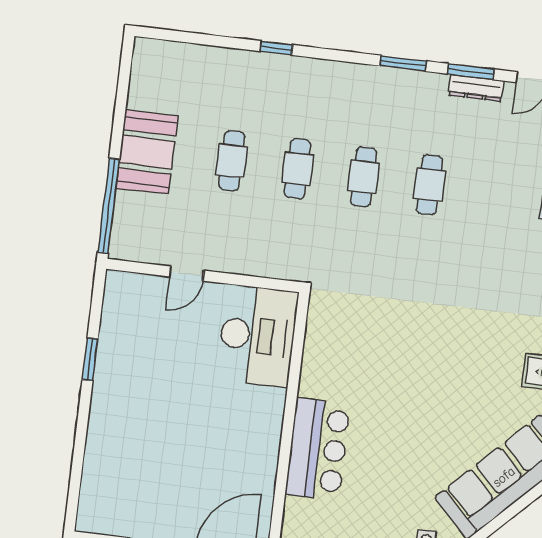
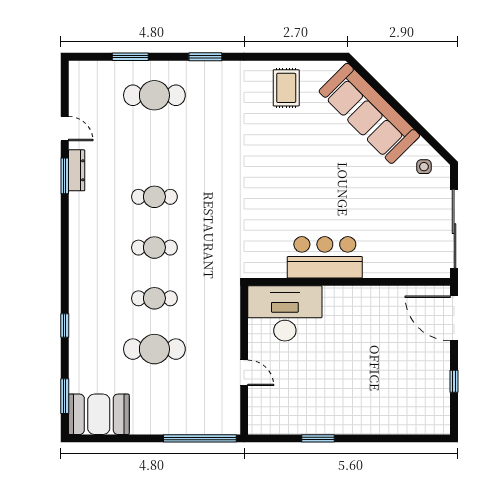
window: (403, 63) -> (65, 396), moved
booth: (147, 152) -> (99, 414), moved
cafe table: (232, 161) -> (154, 349), width x1.37, depth x1.35
bar counter: (318, 449) -> (325, 257), moved

